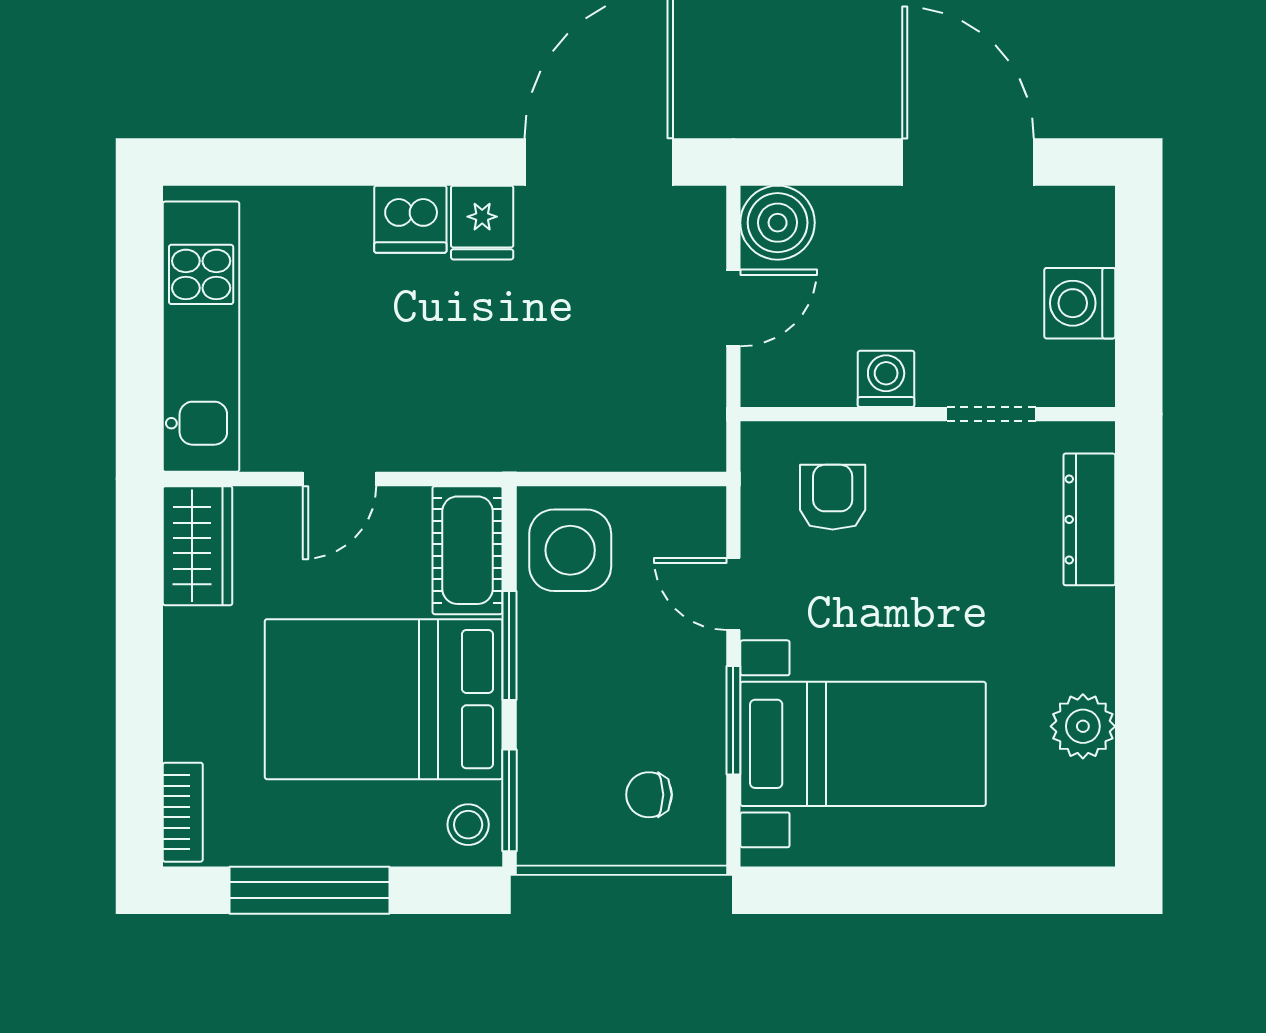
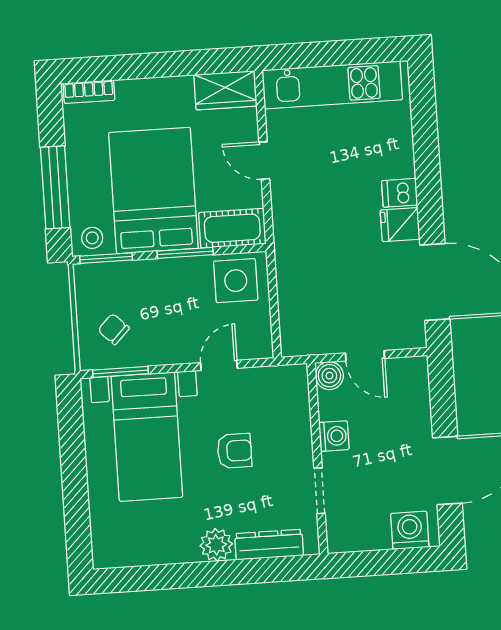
dishwasher: (410, 219) -> (400, 193), width x0.73
boiler: (778, 223) -> (329, 376), moved, width x0.73, depth x0.73
washing machine: (1080, 303) -> (410, 530), moved
armchair: (833, 497) -> (234, 451), moved
window: (733, 720) -> (120, 372), moved
plant: (1083, 726) -> (216, 545), moved
chair: (649, 795) -> (114, 329), turned -46
window: (309, 890) -> (55, 187), moved

